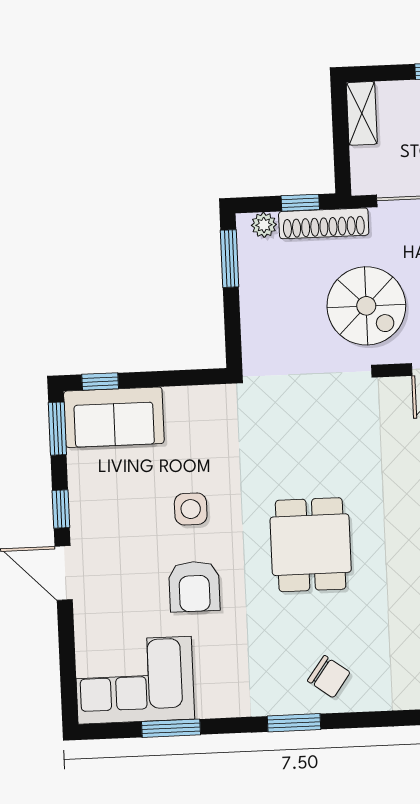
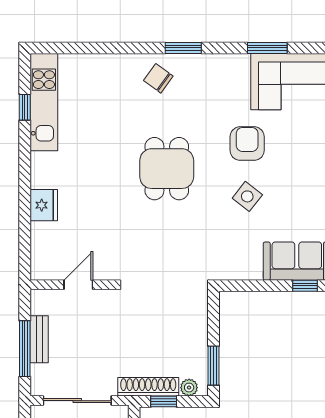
spiral stairs: (366, 306) -> (122, 329), removed
side table: (191, 509) -> (247, 196), turned 38

